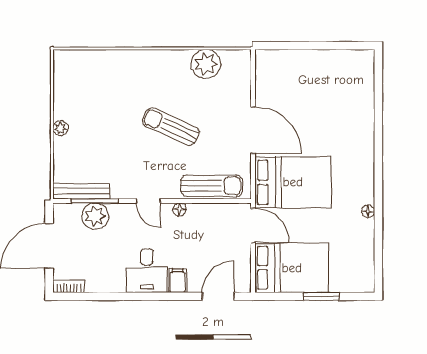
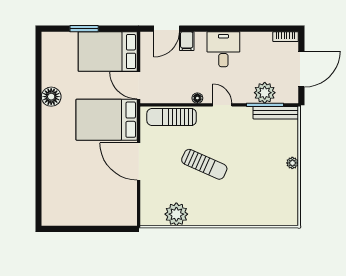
floor lamp: (368, 211) -> (51, 97), width x1.89, depth x1.89
filing cabinet: (178, 281) -> (187, 41), moved

